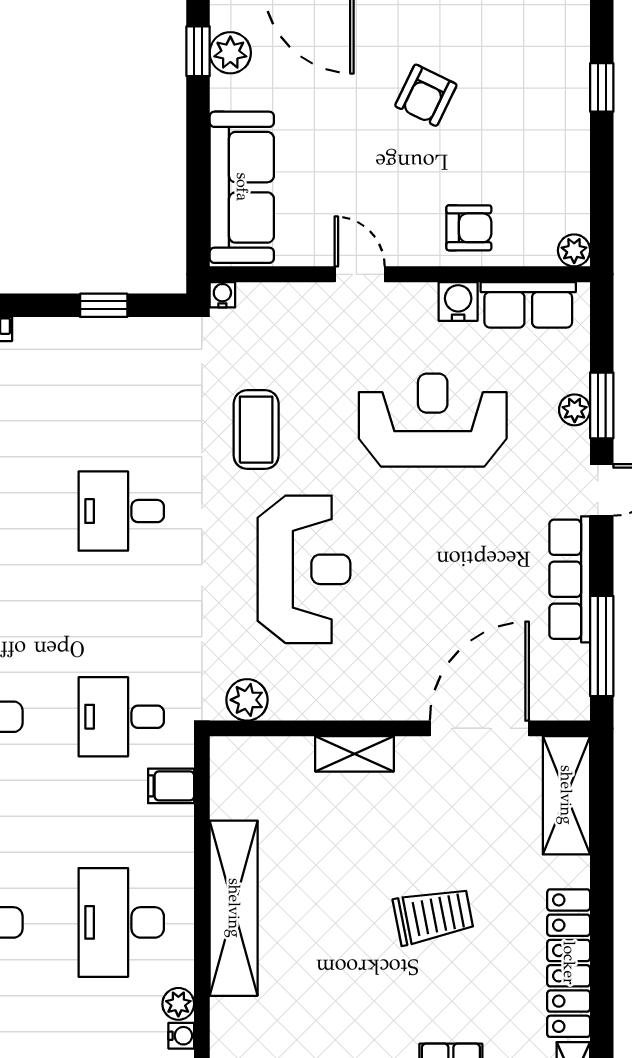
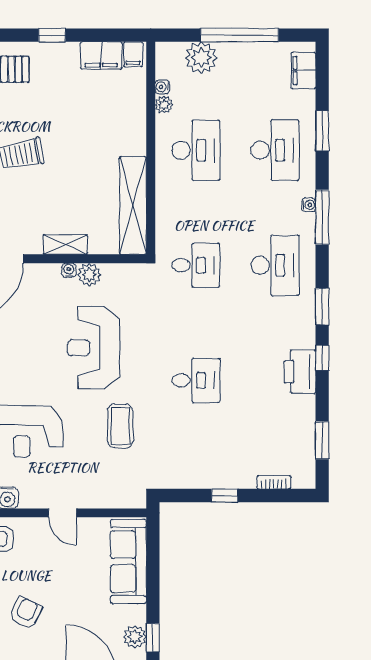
water cooler: (222, 295) -> (69, 270), moved, turned 180
window: (104, 305) -> (225, 495), moved
plant: (247, 700) -> (89, 275), moved
filing cabinet: (171, 786) -> (168, 227), removed
shelving: (234, 908) -> (133, 205), moved

